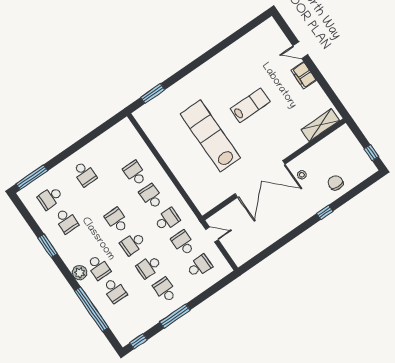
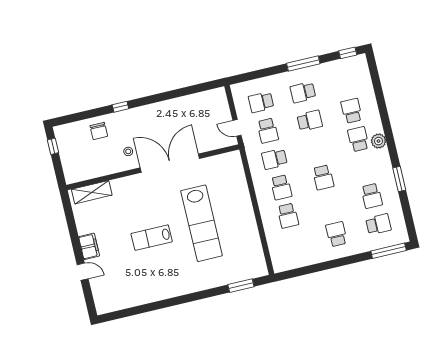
school desk: (66, 221) -> (372, 196), turned 180
school desk: (133, 243) -> (316, 149), removed
school desk: (165, 290) -> (303, 92), turned 90
window: (92, 309) -> (381, 101), removed

